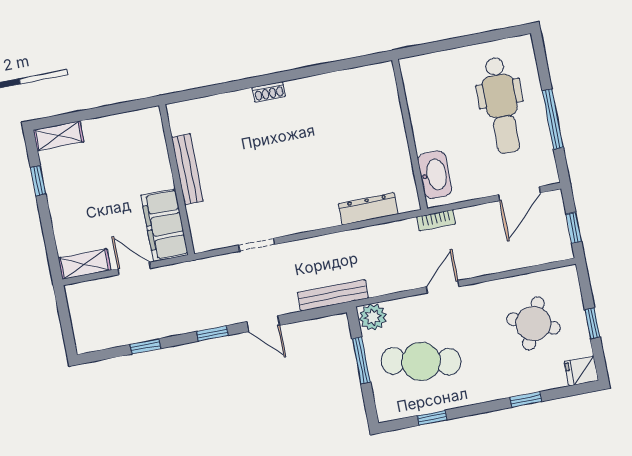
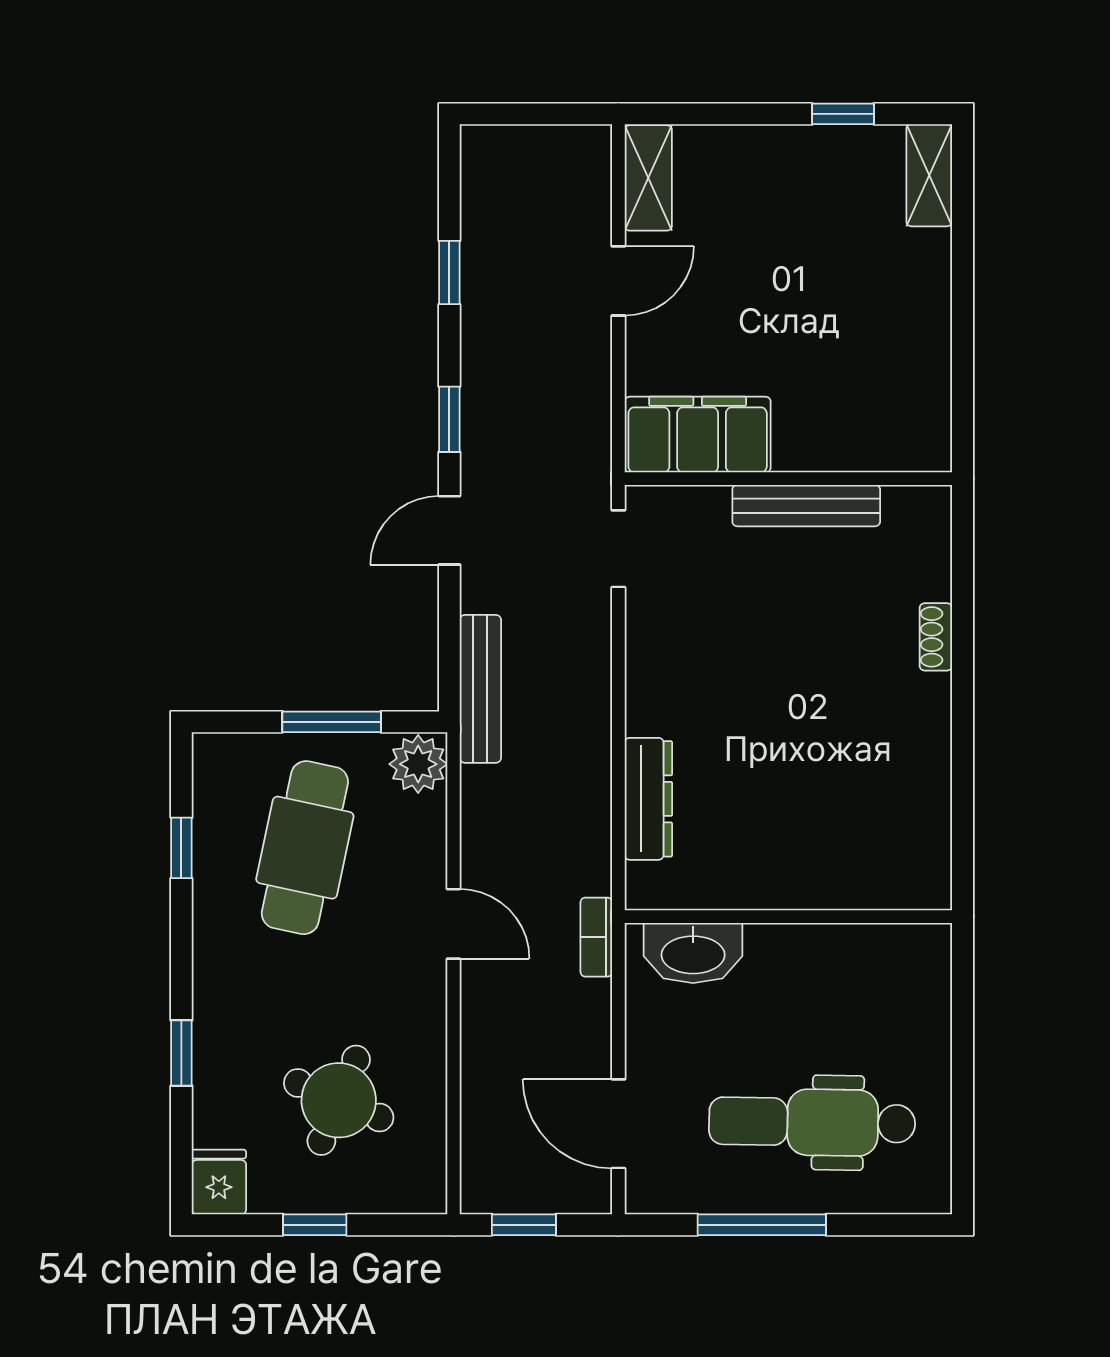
bench: (187, 169) -> (806, 506), moved
wall: (177, 180) -> (788, 479), moved
filing cabinet: (165, 225) -> (698, 435), moved

